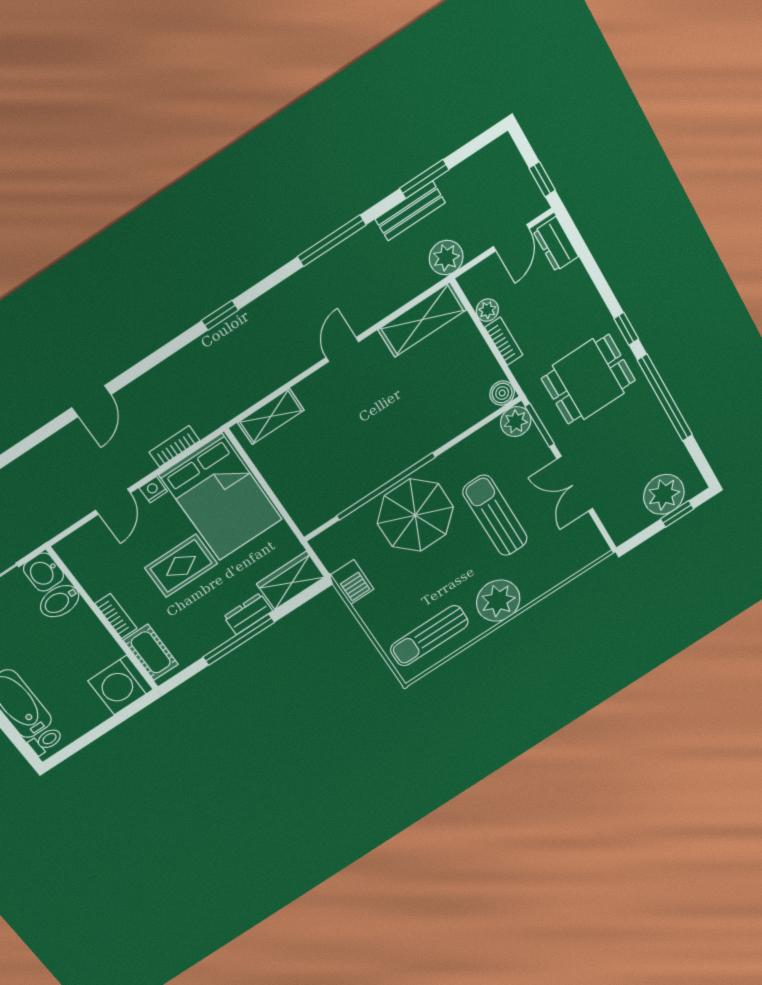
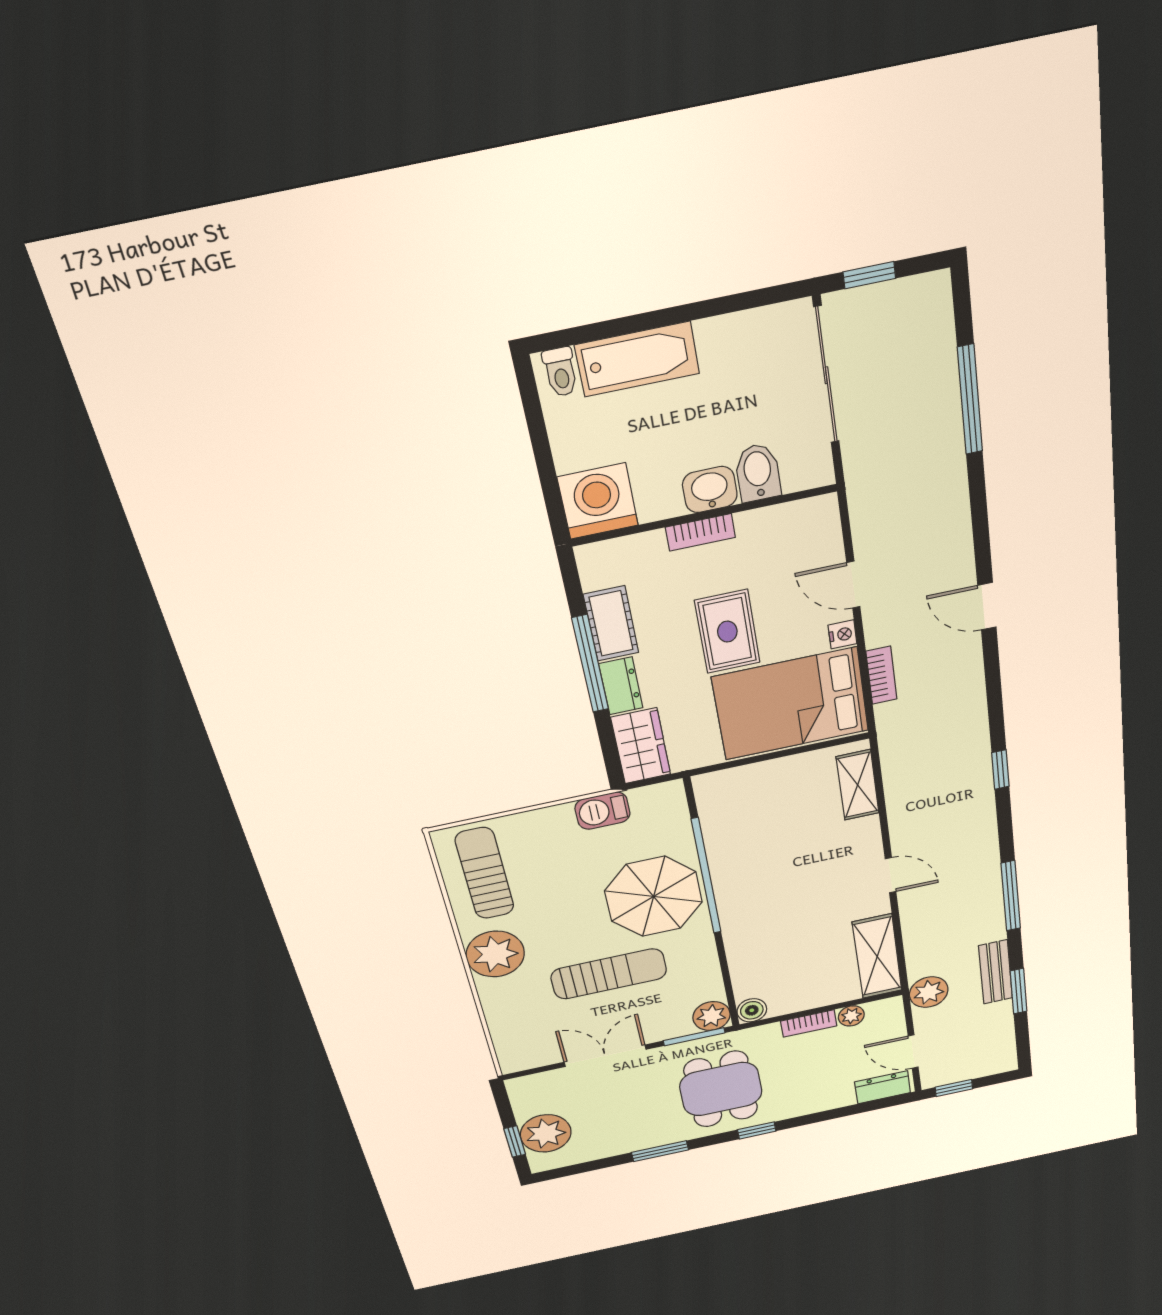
window: (665, 398) -> (660, 1151), width x0.47
washbasin: (44, 572) -> (710, 490), moved
cot: (151, 652) -> (611, 624), moved, turned 90

